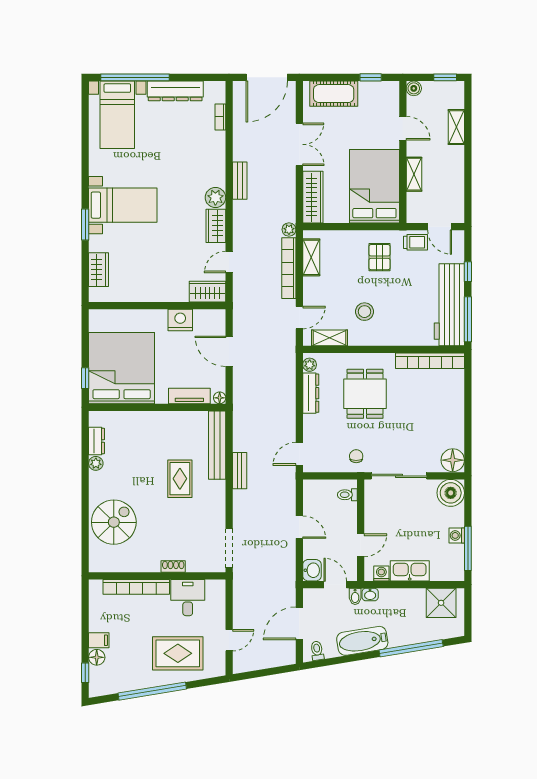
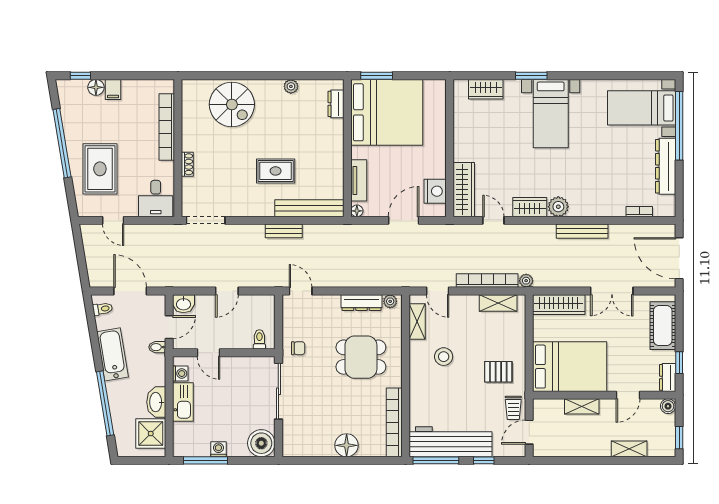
dresser: (385, 89) -> (668, 377), added
bench: (240, 181) -> (582, 231), width x1.36
wardrobe: (207, 292) -> (464, 190), width x1.50
nightstand: (180, 320) -> (435, 191), moved
window: (85, 378) -> (377, 76), width x1.50
dresser: (97, 441) -> (336, 104), moved, turned 90
floor lamp: (453, 460) -> (347, 445), moved
washbasin: (370, 595) -> (156, 402), moved, width x1.91, depth x1.45
desk: (188, 598) -> (156, 199), moved, turned 90

